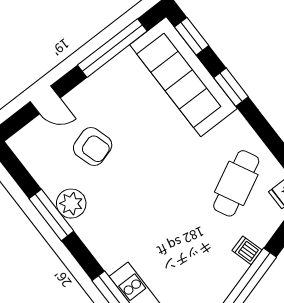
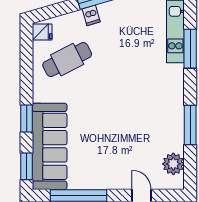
armchair: (93, 146) -> (135, 147), removed
plant: (71, 204) -> (173, 164), moved

